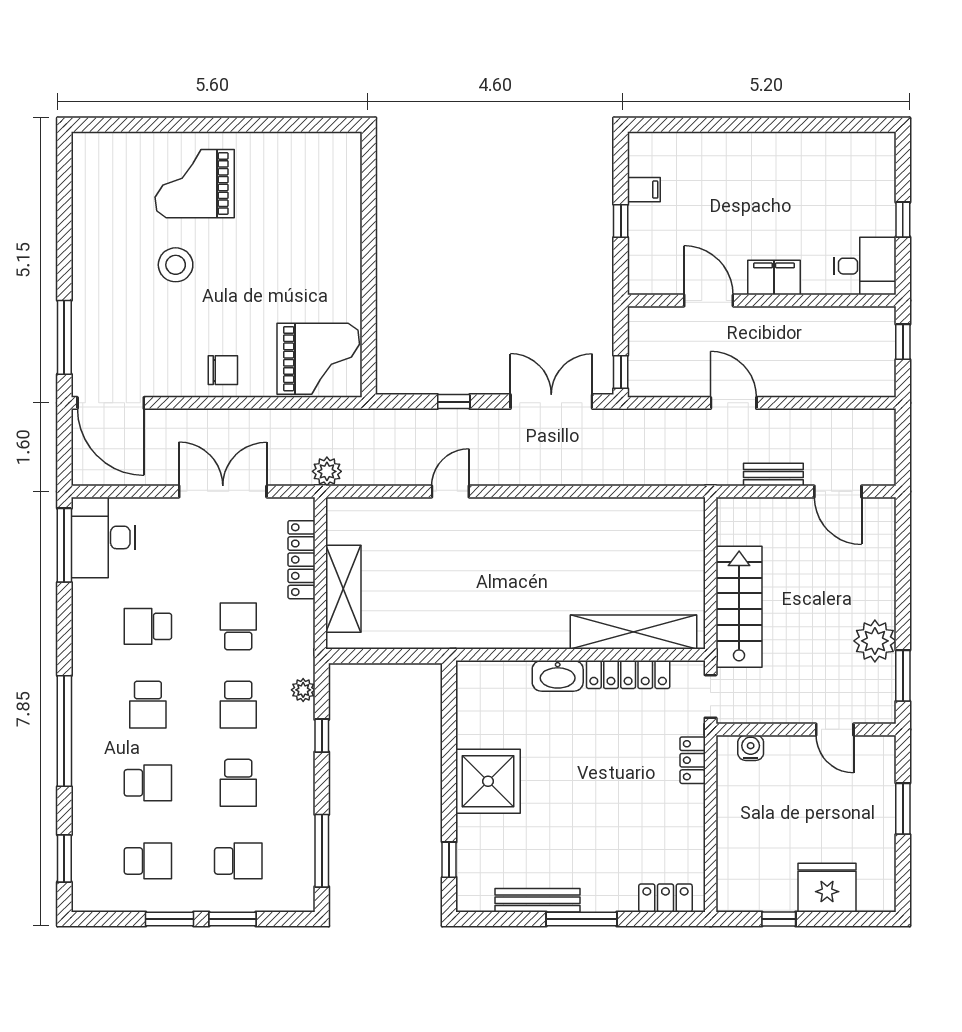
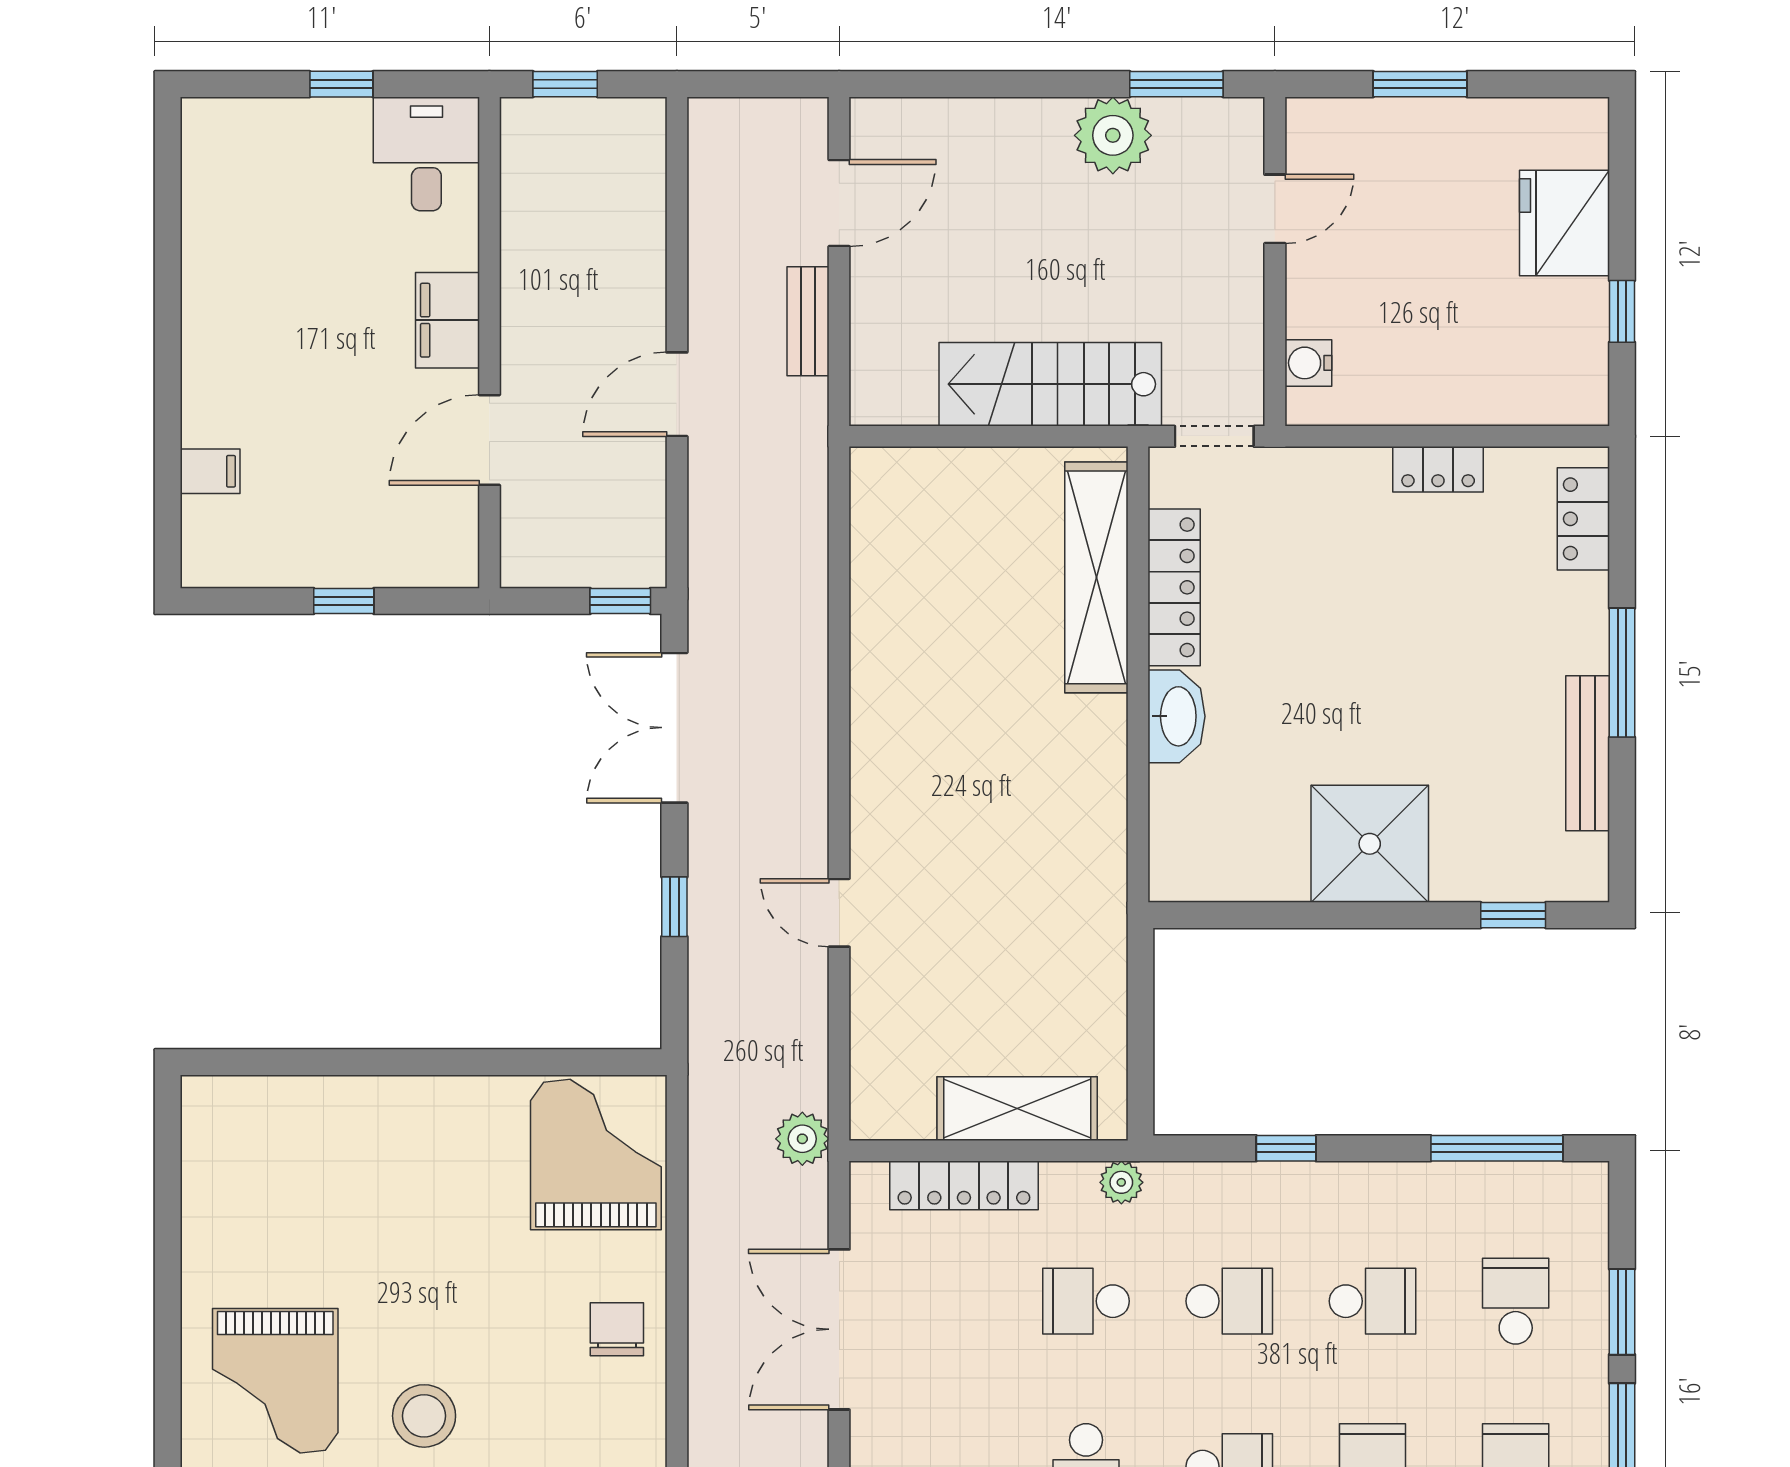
filing cabinet: (644, 190) -> (210, 471), moved, turned 90
plant: (303, 690) -> (1121, 1182), moved
locker: (693, 760) -> (1438, 469), moved

